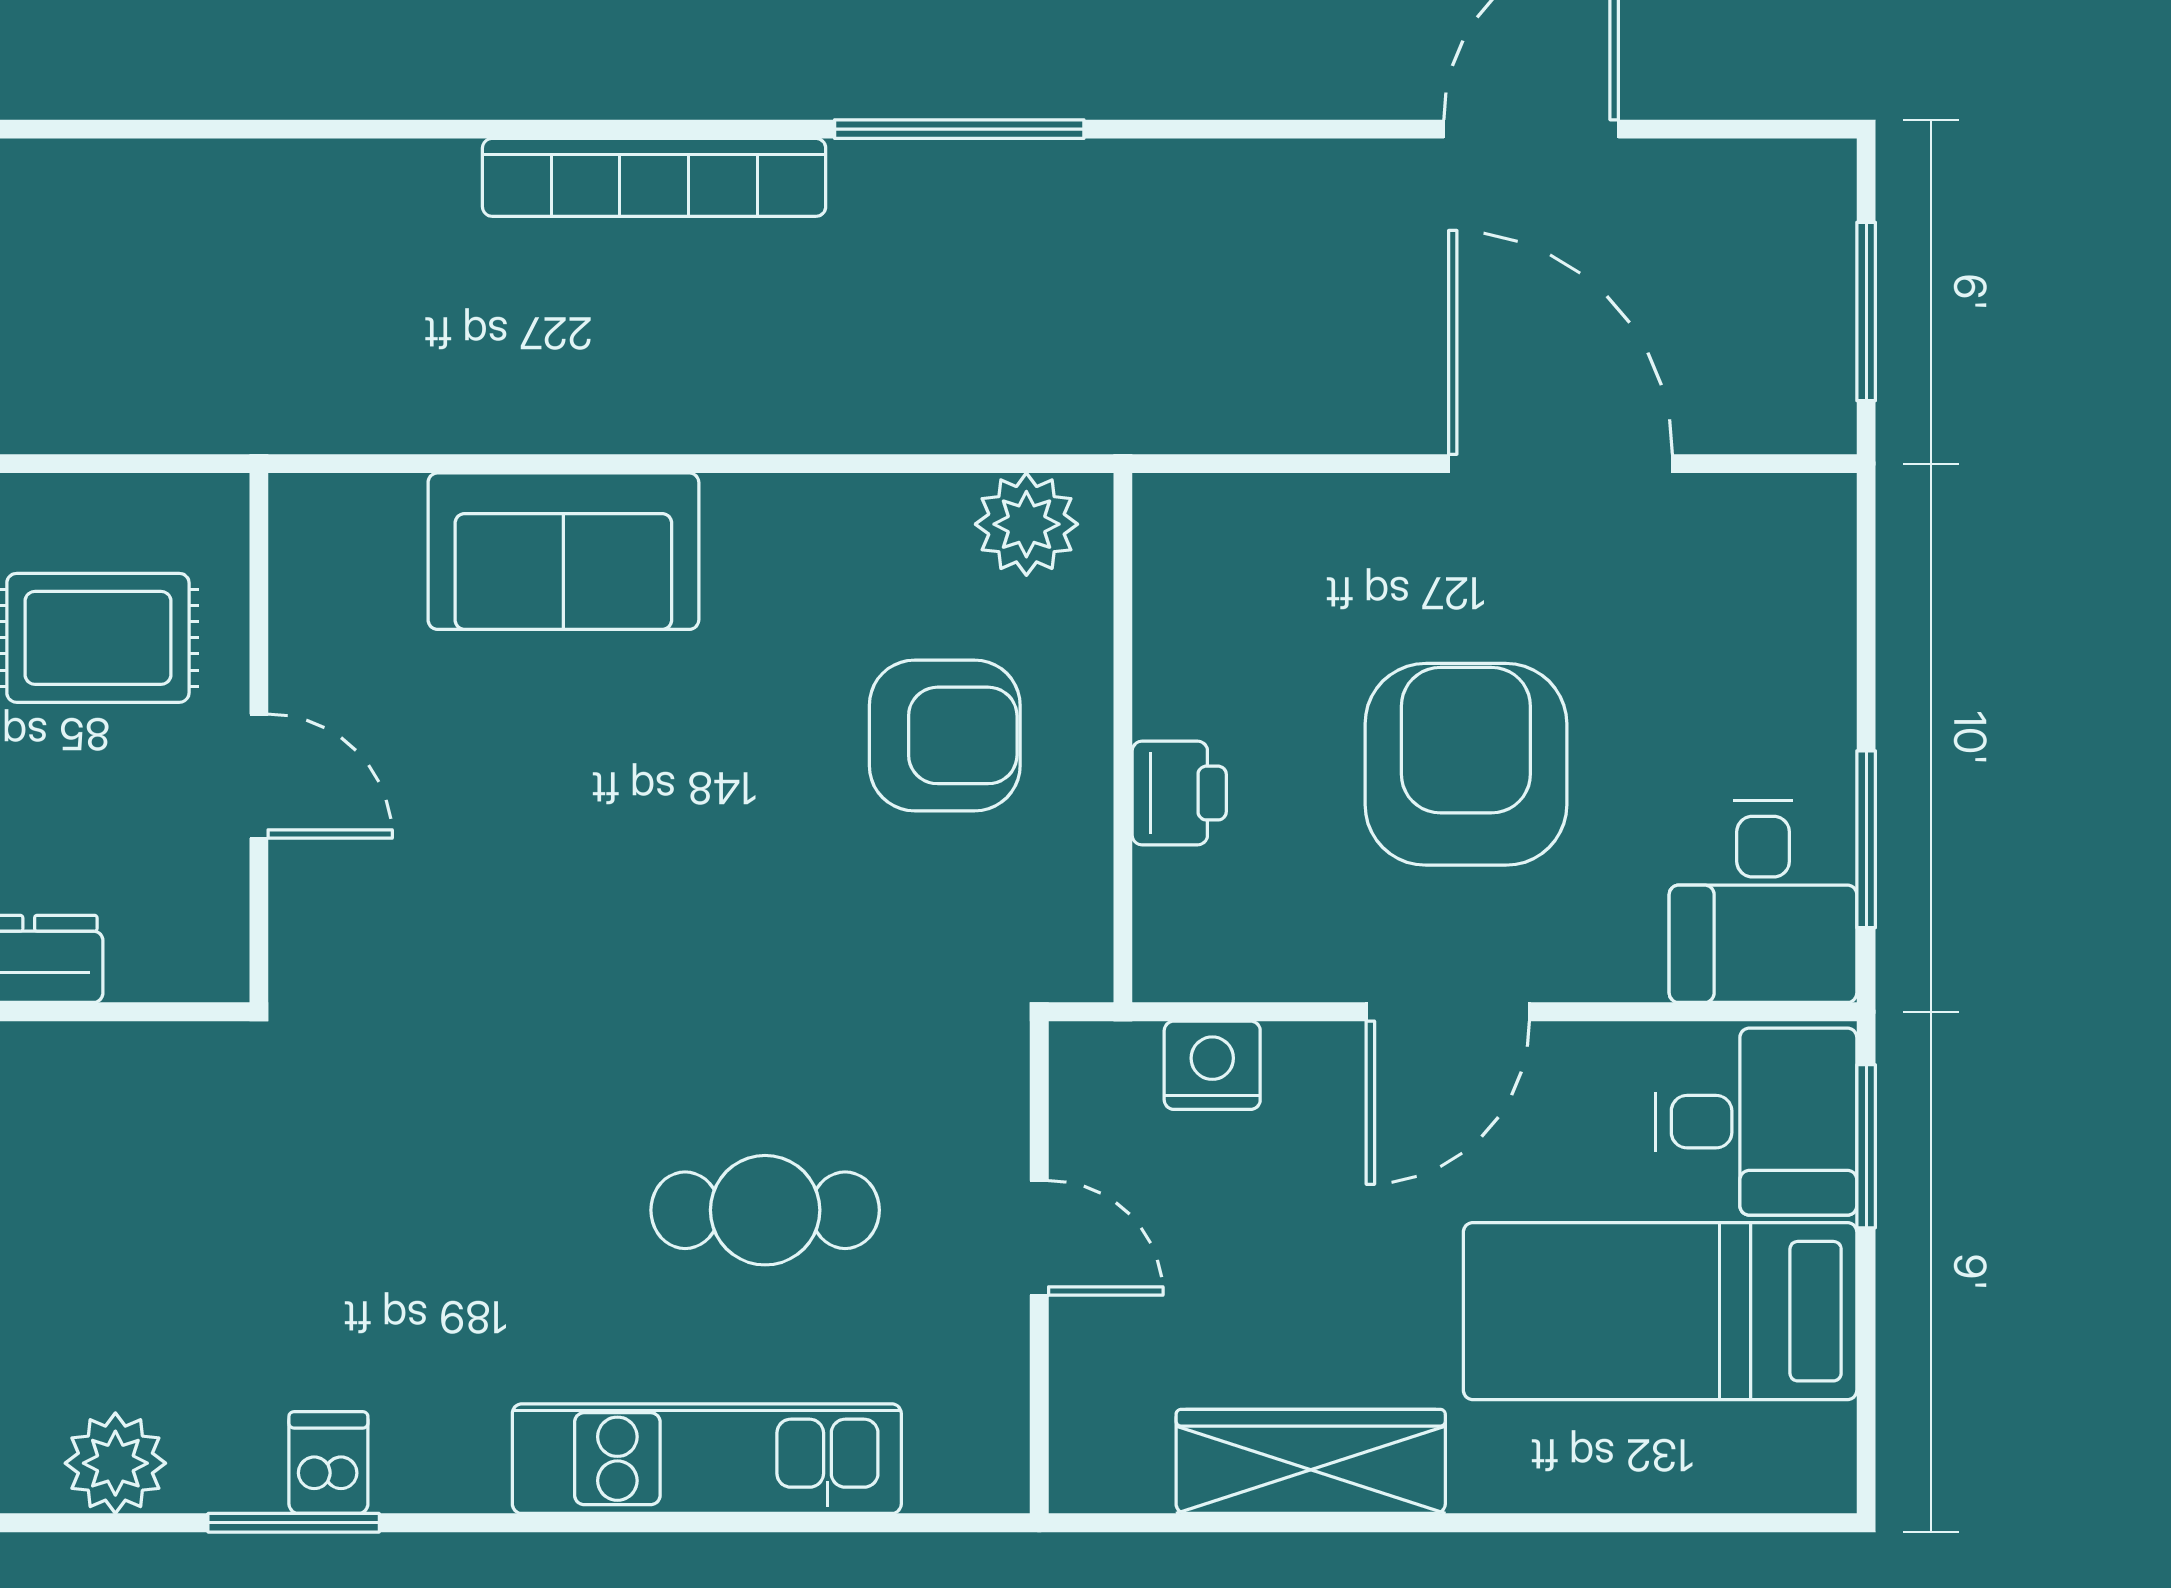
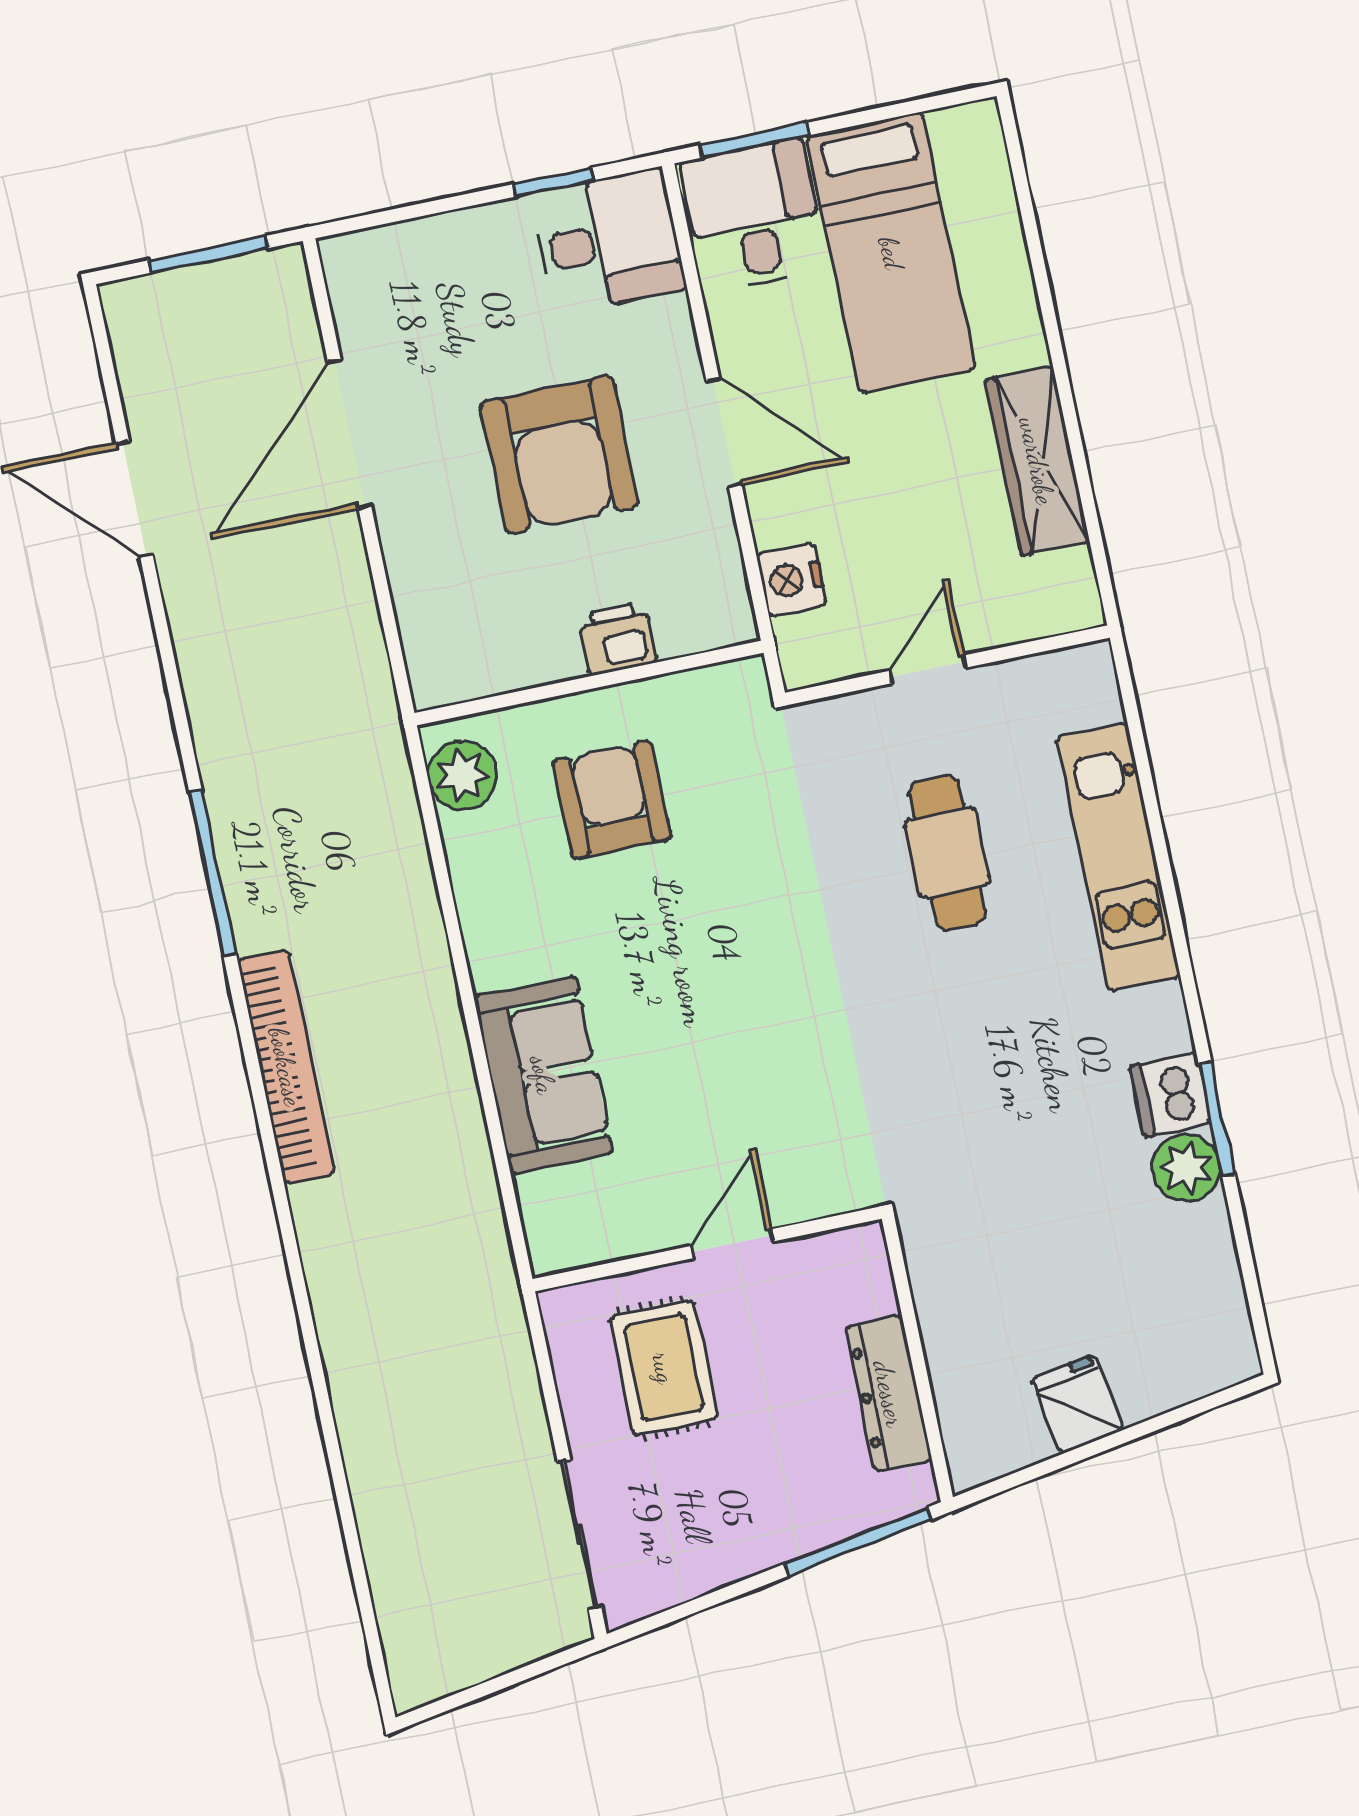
armchair: (1466, 764) -> (559, 455), turned -90
window: (1866, 839) -> (554, 182), width x0.67
plant: (115, 1463) -> (1186, 1168), moved
dishwasher: (328, 1463) -> (1170, 1094), width x1.38

